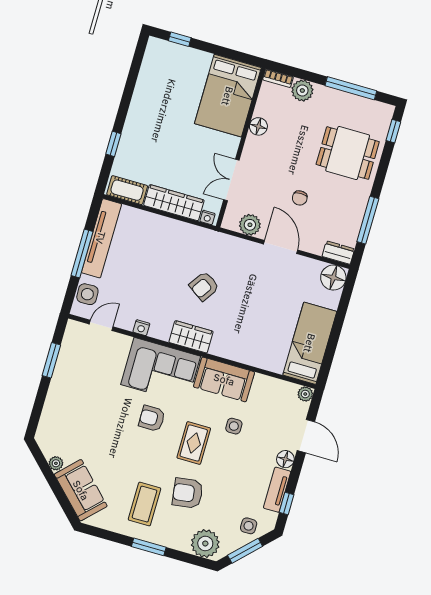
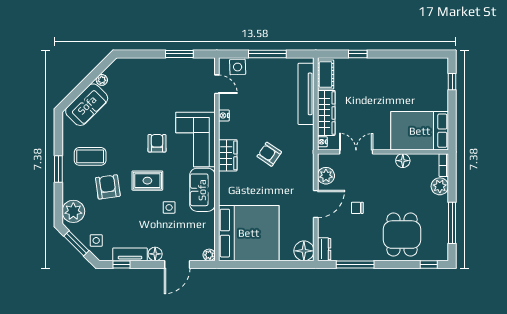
tv unit: (101, 238) -> (306, 94), moved, turned 90
bed: (310, 343) -> (249, 233), width x2.04

